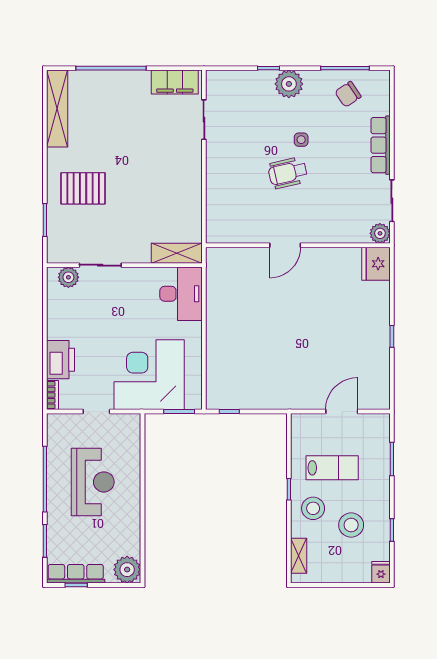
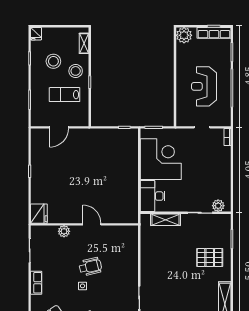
row of seats: (381, 145) -> (36, 283), width x0.68
plant: (380, 233) -> (64, 231), moved
door: (285, 245) -> (92, 224), hinge flipped
shelving: (177, 253) -> (165, 220), moved
printer: (61, 360) -> (223, 158), removed
corner desk: (149, 375) -> (161, 159), moved, turned -90

